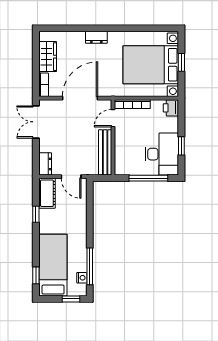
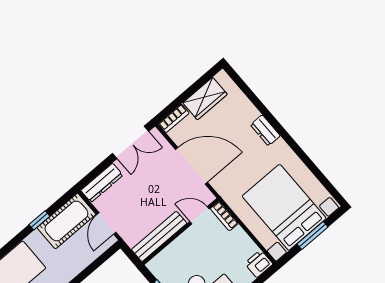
window: (181, 62) -> (312, 236), width x1.50
bookcase: (132, 104) -> (224, 216), width x0.64
double door: (36, 122) -> (131, 142), swing flipped
dresser: (45, 164) -> (102, 183), width x1.44
cot: (47, 193) -> (66, 221), width x1.37, depth x1.34

